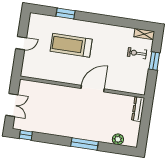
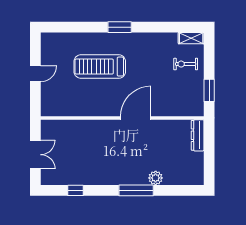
window: (65, 13) -> (120, 27), moved
window: (154, 61) -> (209, 90), moved
window: (26, 135) -> (75, 190), moved
plant: (118, 139) -> (156, 178), moved

